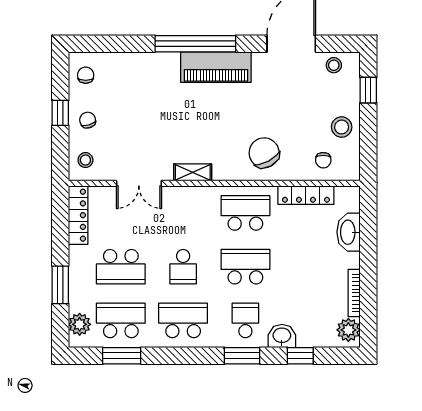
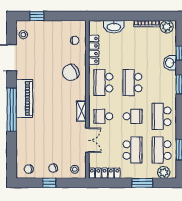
stool: (342, 127) -> (57, 30), removed
school desk: (245, 320) -> (103, 116), moved

